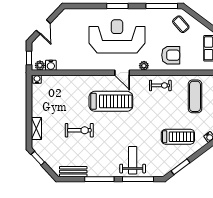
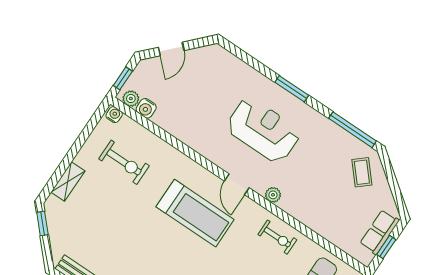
reception desk: (117, 36) -> (263, 130), width x0.74, depth x0.77
armchair: (171, 55) -> (319, 205), removed
exercise bike: (79, 130) -> (124, 162), moved

